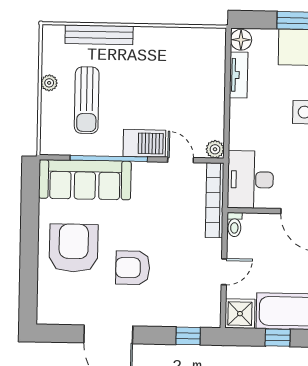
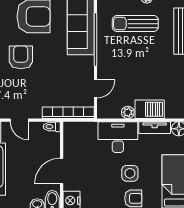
barbecue: (144, 143) -> (150, 109), moved, turned -90
plant: (215, 149) -> (128, 112), moved
desk: (250, 180) -> (118, 137), moved

